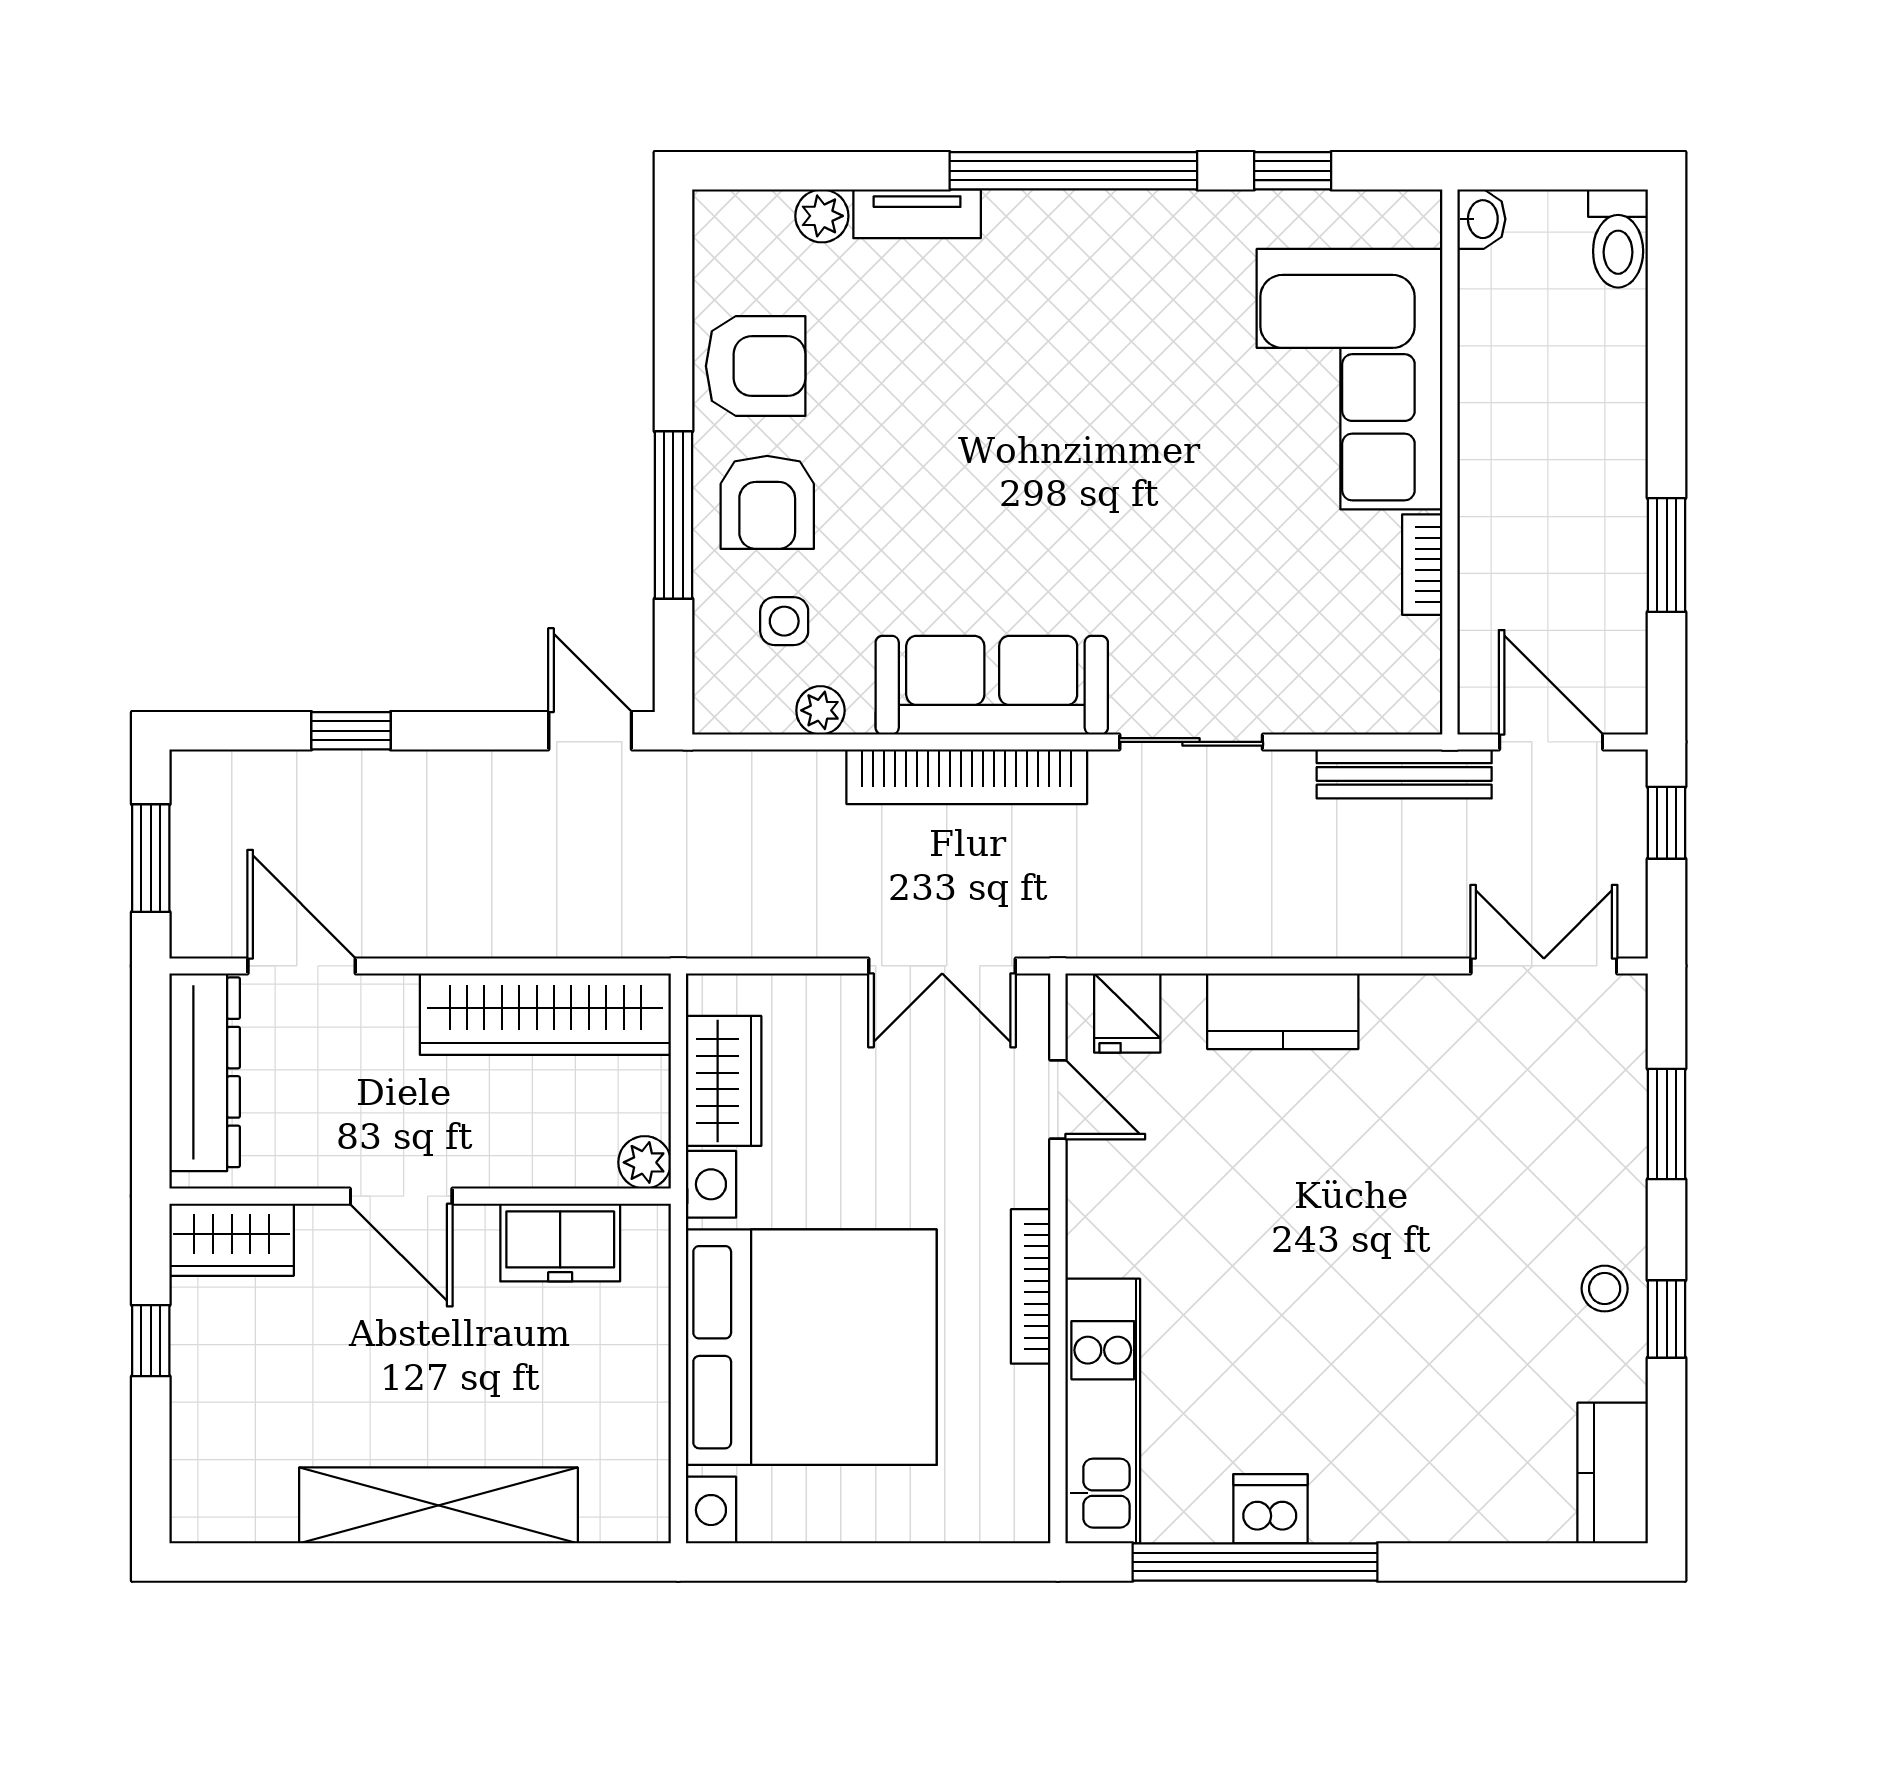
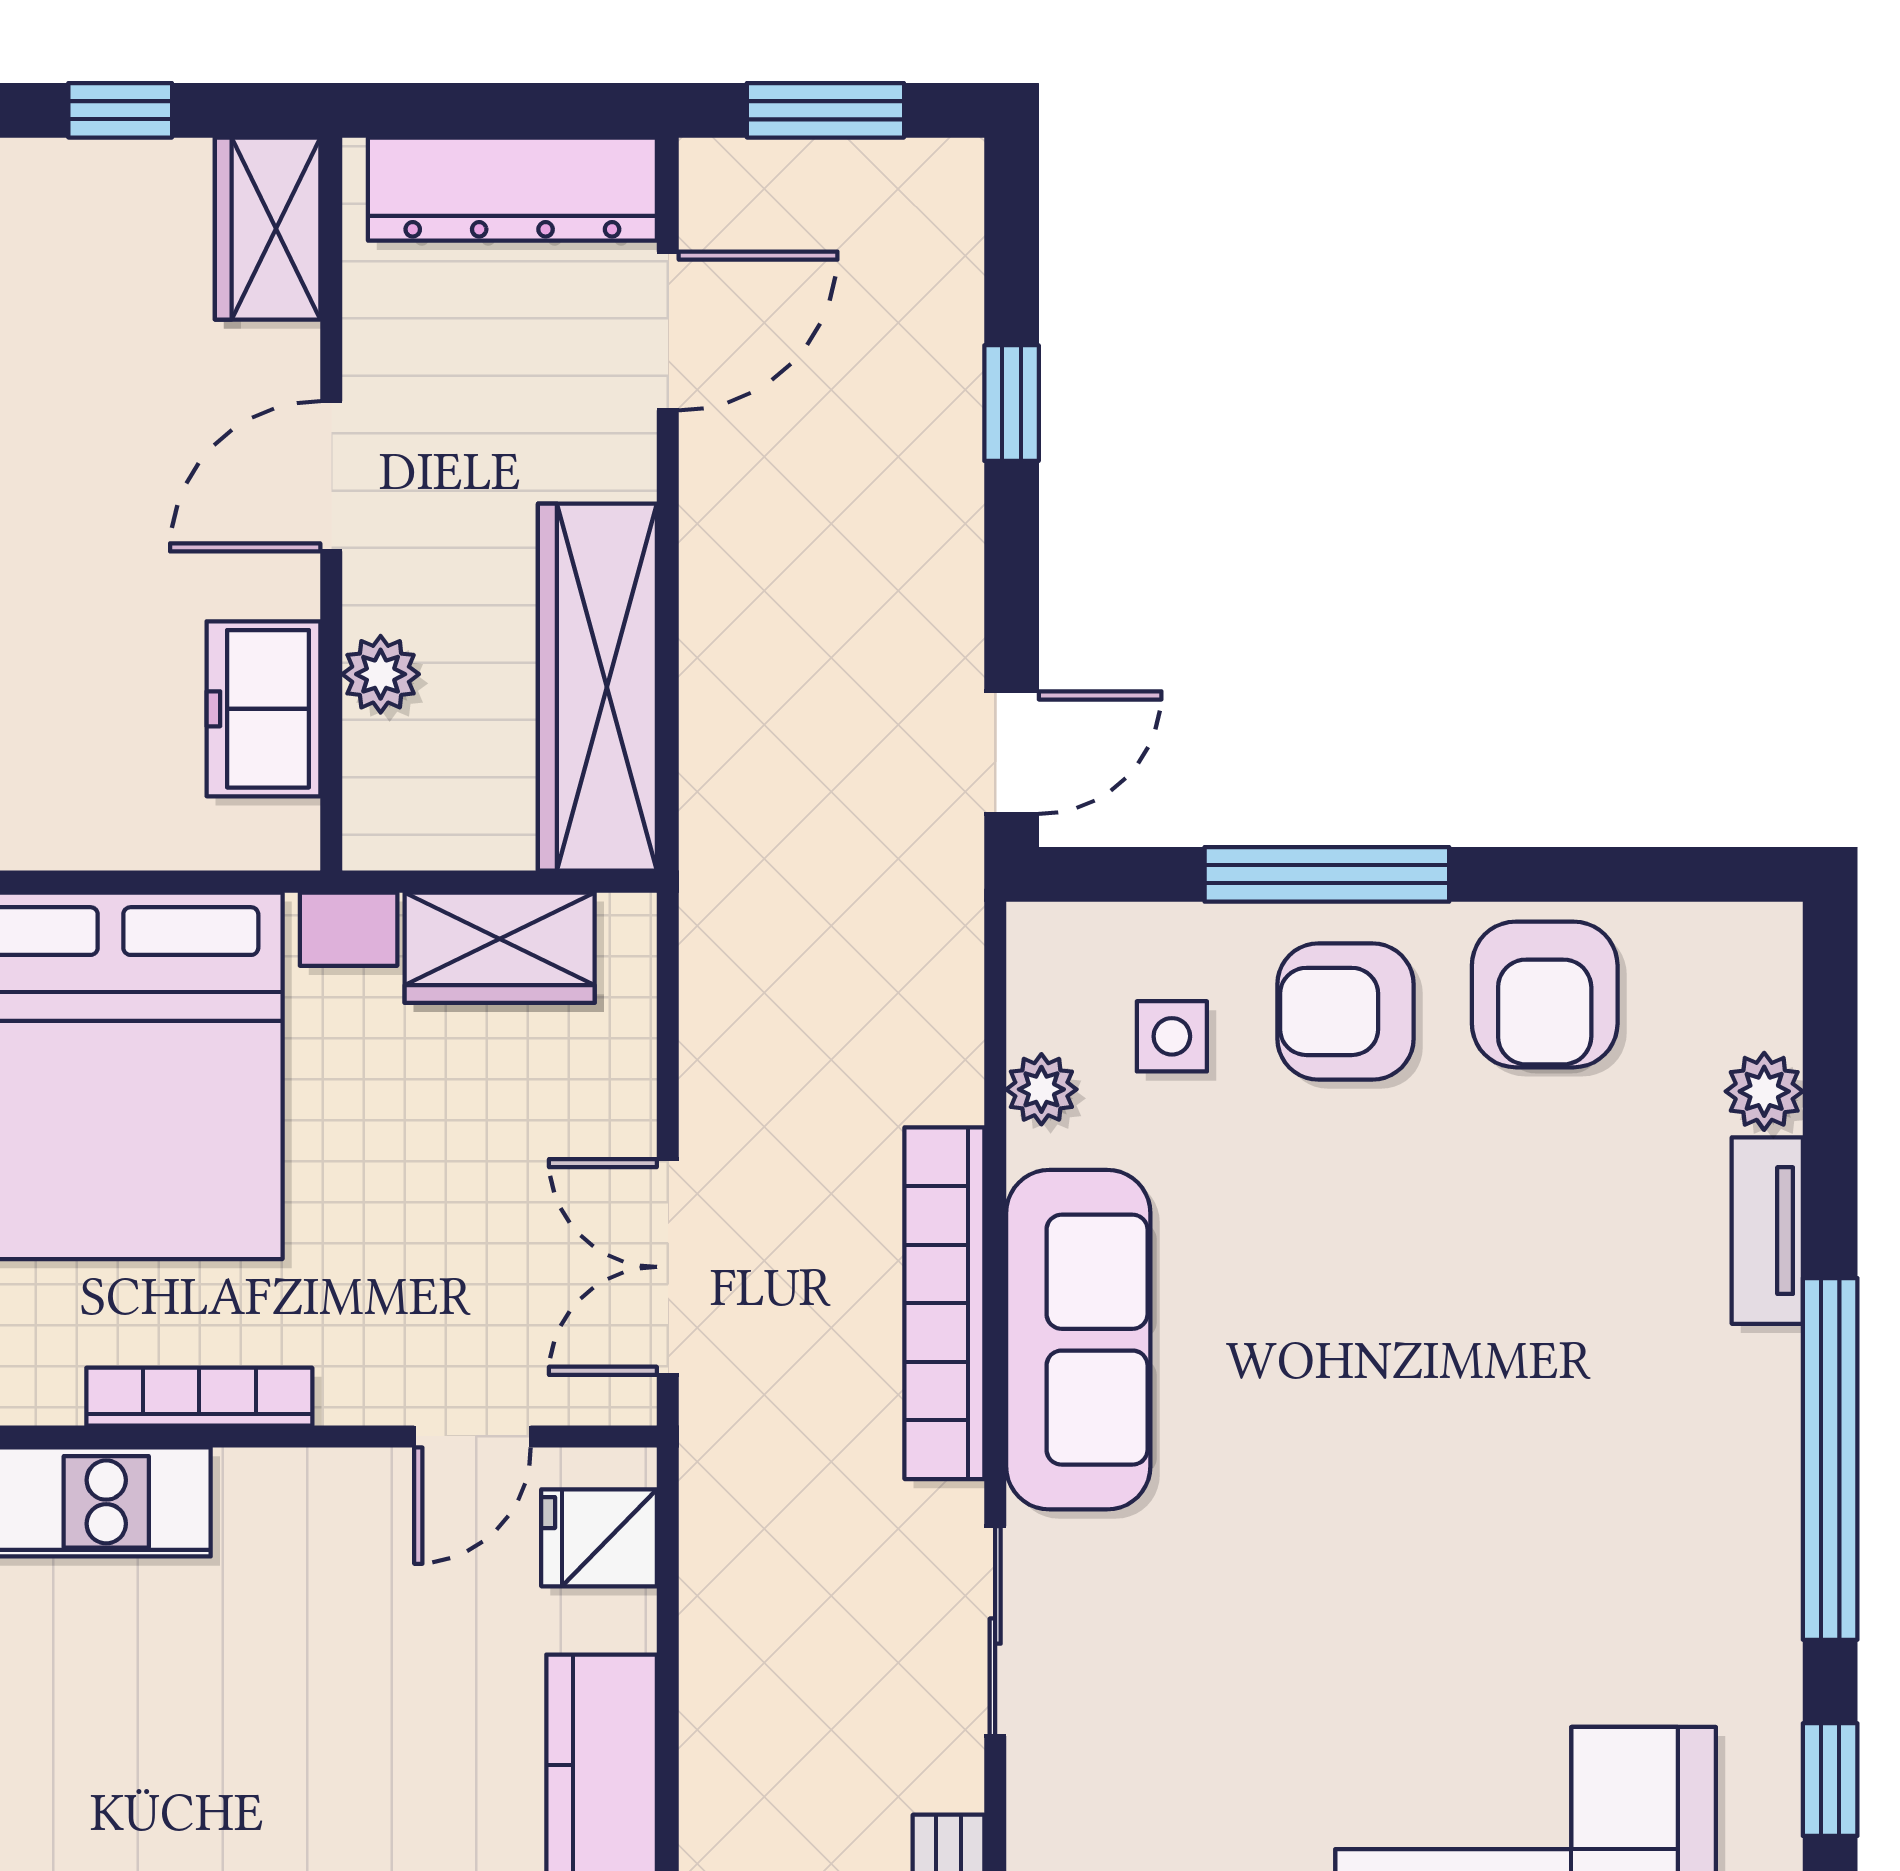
plant: (645, 1162) -> (381, 674), moved

